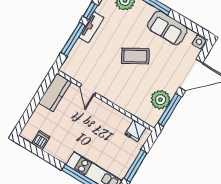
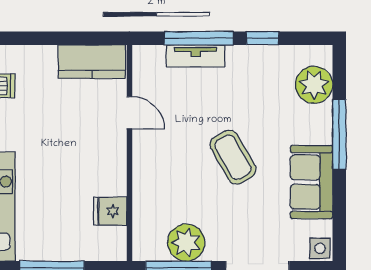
tv unit: (91, 27) -> (196, 56), moved
door: (88, 90) -> (129, 113), swing flipped
fridge: (136, 131) -> (110, 211), moved

